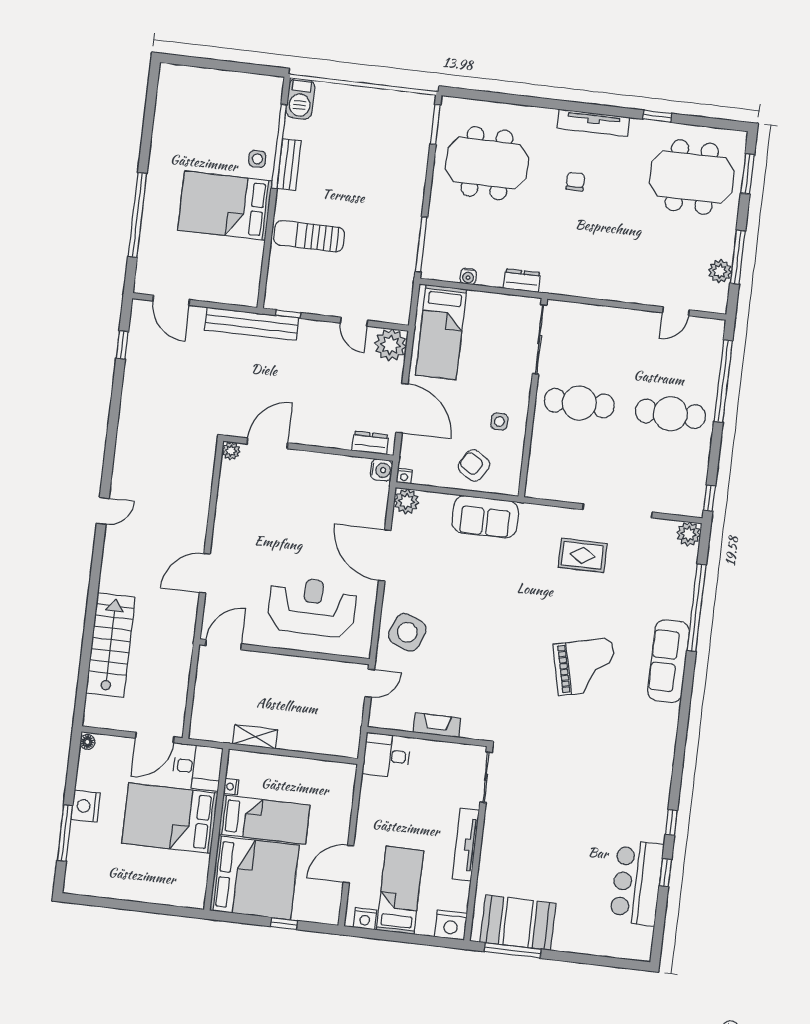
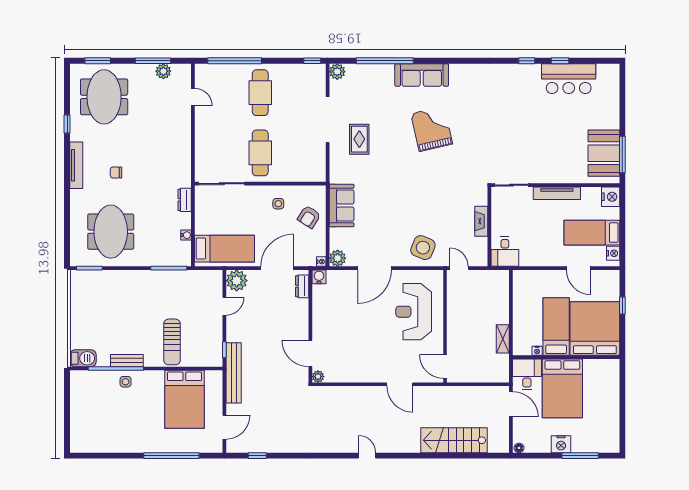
bed: (225, 206) -> (184, 399), moved

